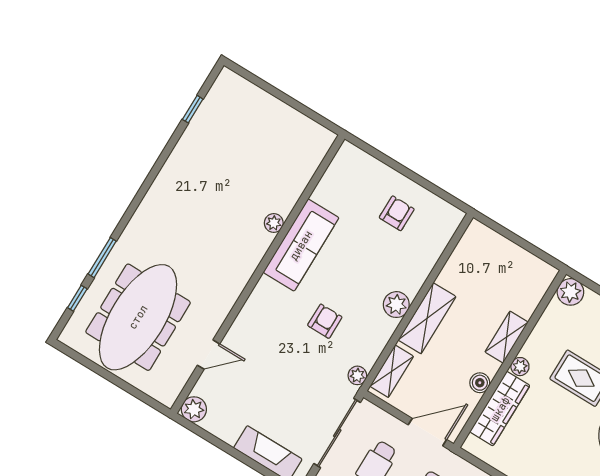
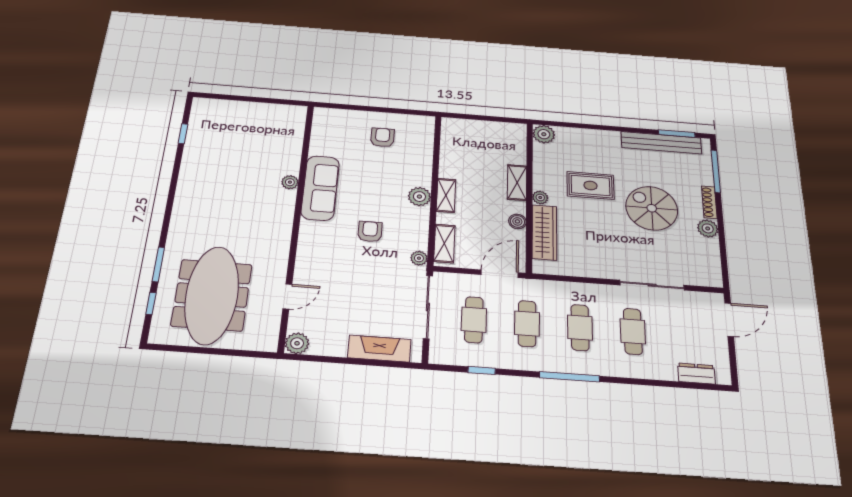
shelving: (427, 318) -> (446, 195), width x0.67, depth x0.75

